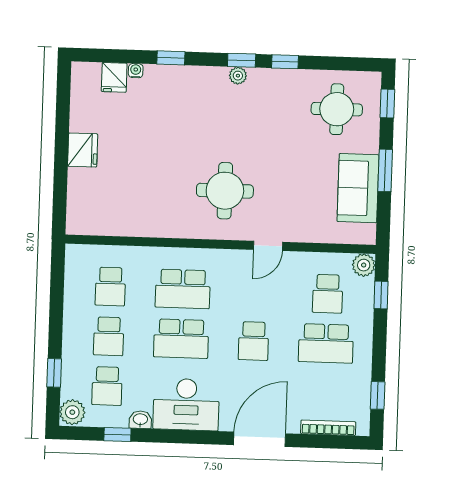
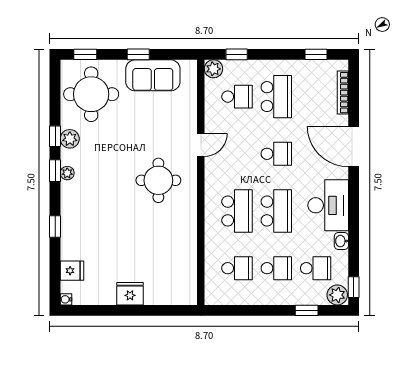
water cooler: (136, 71) -> (66, 299), moved
plant: (281, 80) -> (70, 139), added
round table: (337, 109) -> (91, 94), width x1.36, depth x1.36
window: (385, 170) -> (138, 54), width x0.67
door: (268, 246) -> (201, 145), hinge flipped
window: (117, 435) -> (354, 287), moved

